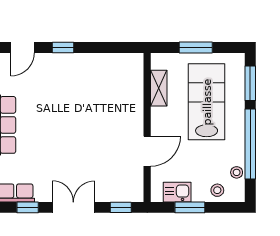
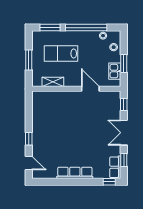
lab bench: (207, 102) -> (61, 54), width x0.73, depth x0.72

